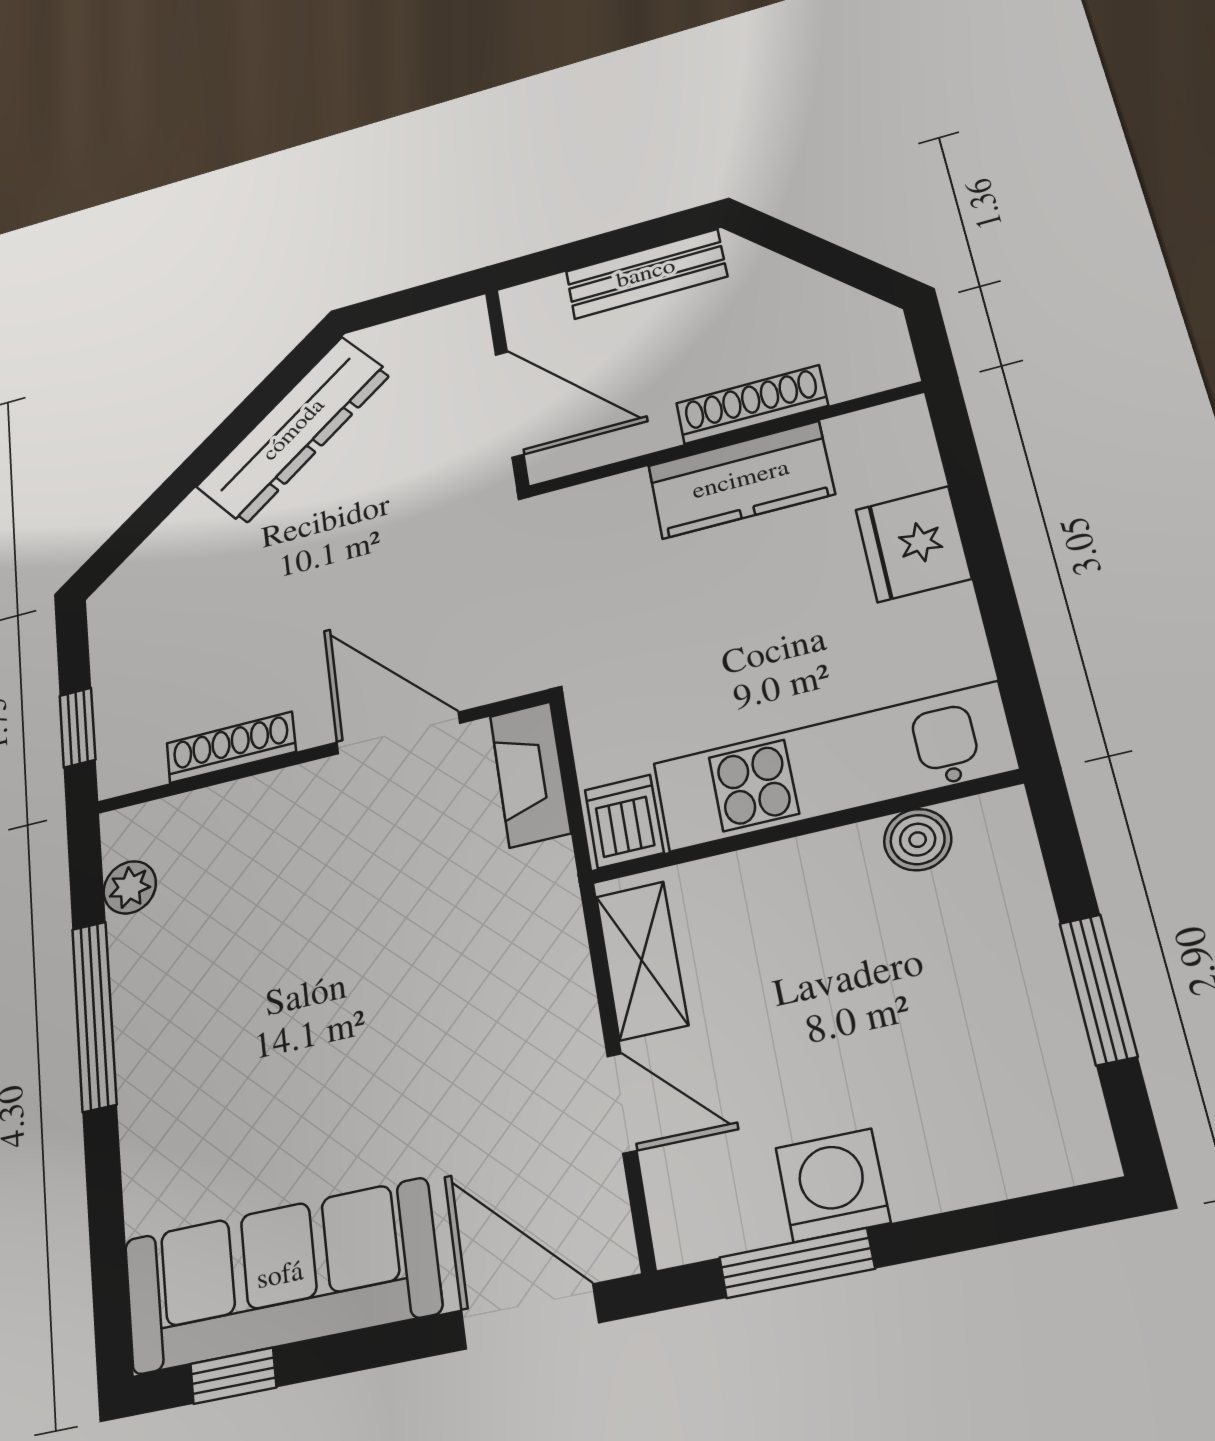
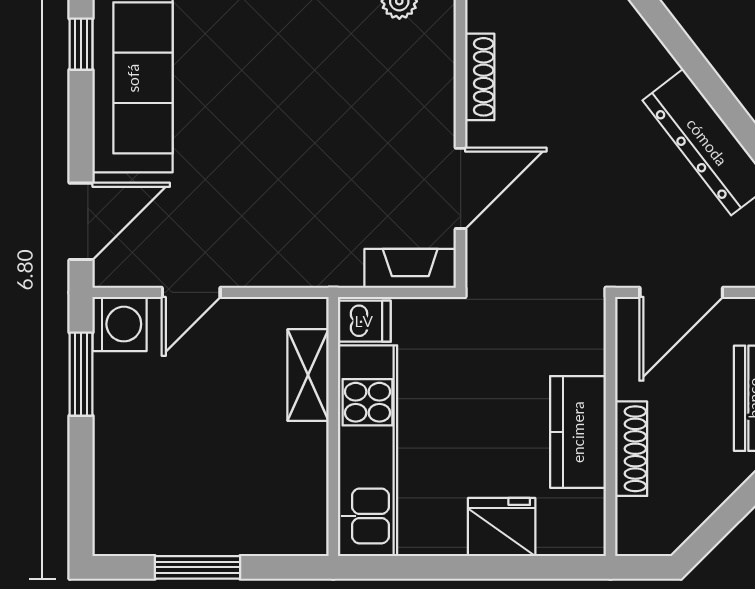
boiler: (918, 840) -> (309, 489), removed
shelving: (642, 960) -> (308, 375), moved, turned 90
washing machine: (833, 1185) -> (119, 324), moved

